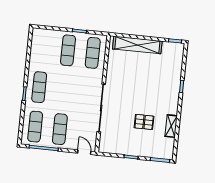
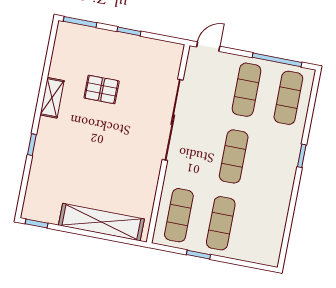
exercise mat: (39, 87) -> (234, 156), moved
shelving: (171, 126) -> (52, 98), moved
door: (84, 152) -> (208, 47), swing flipped

